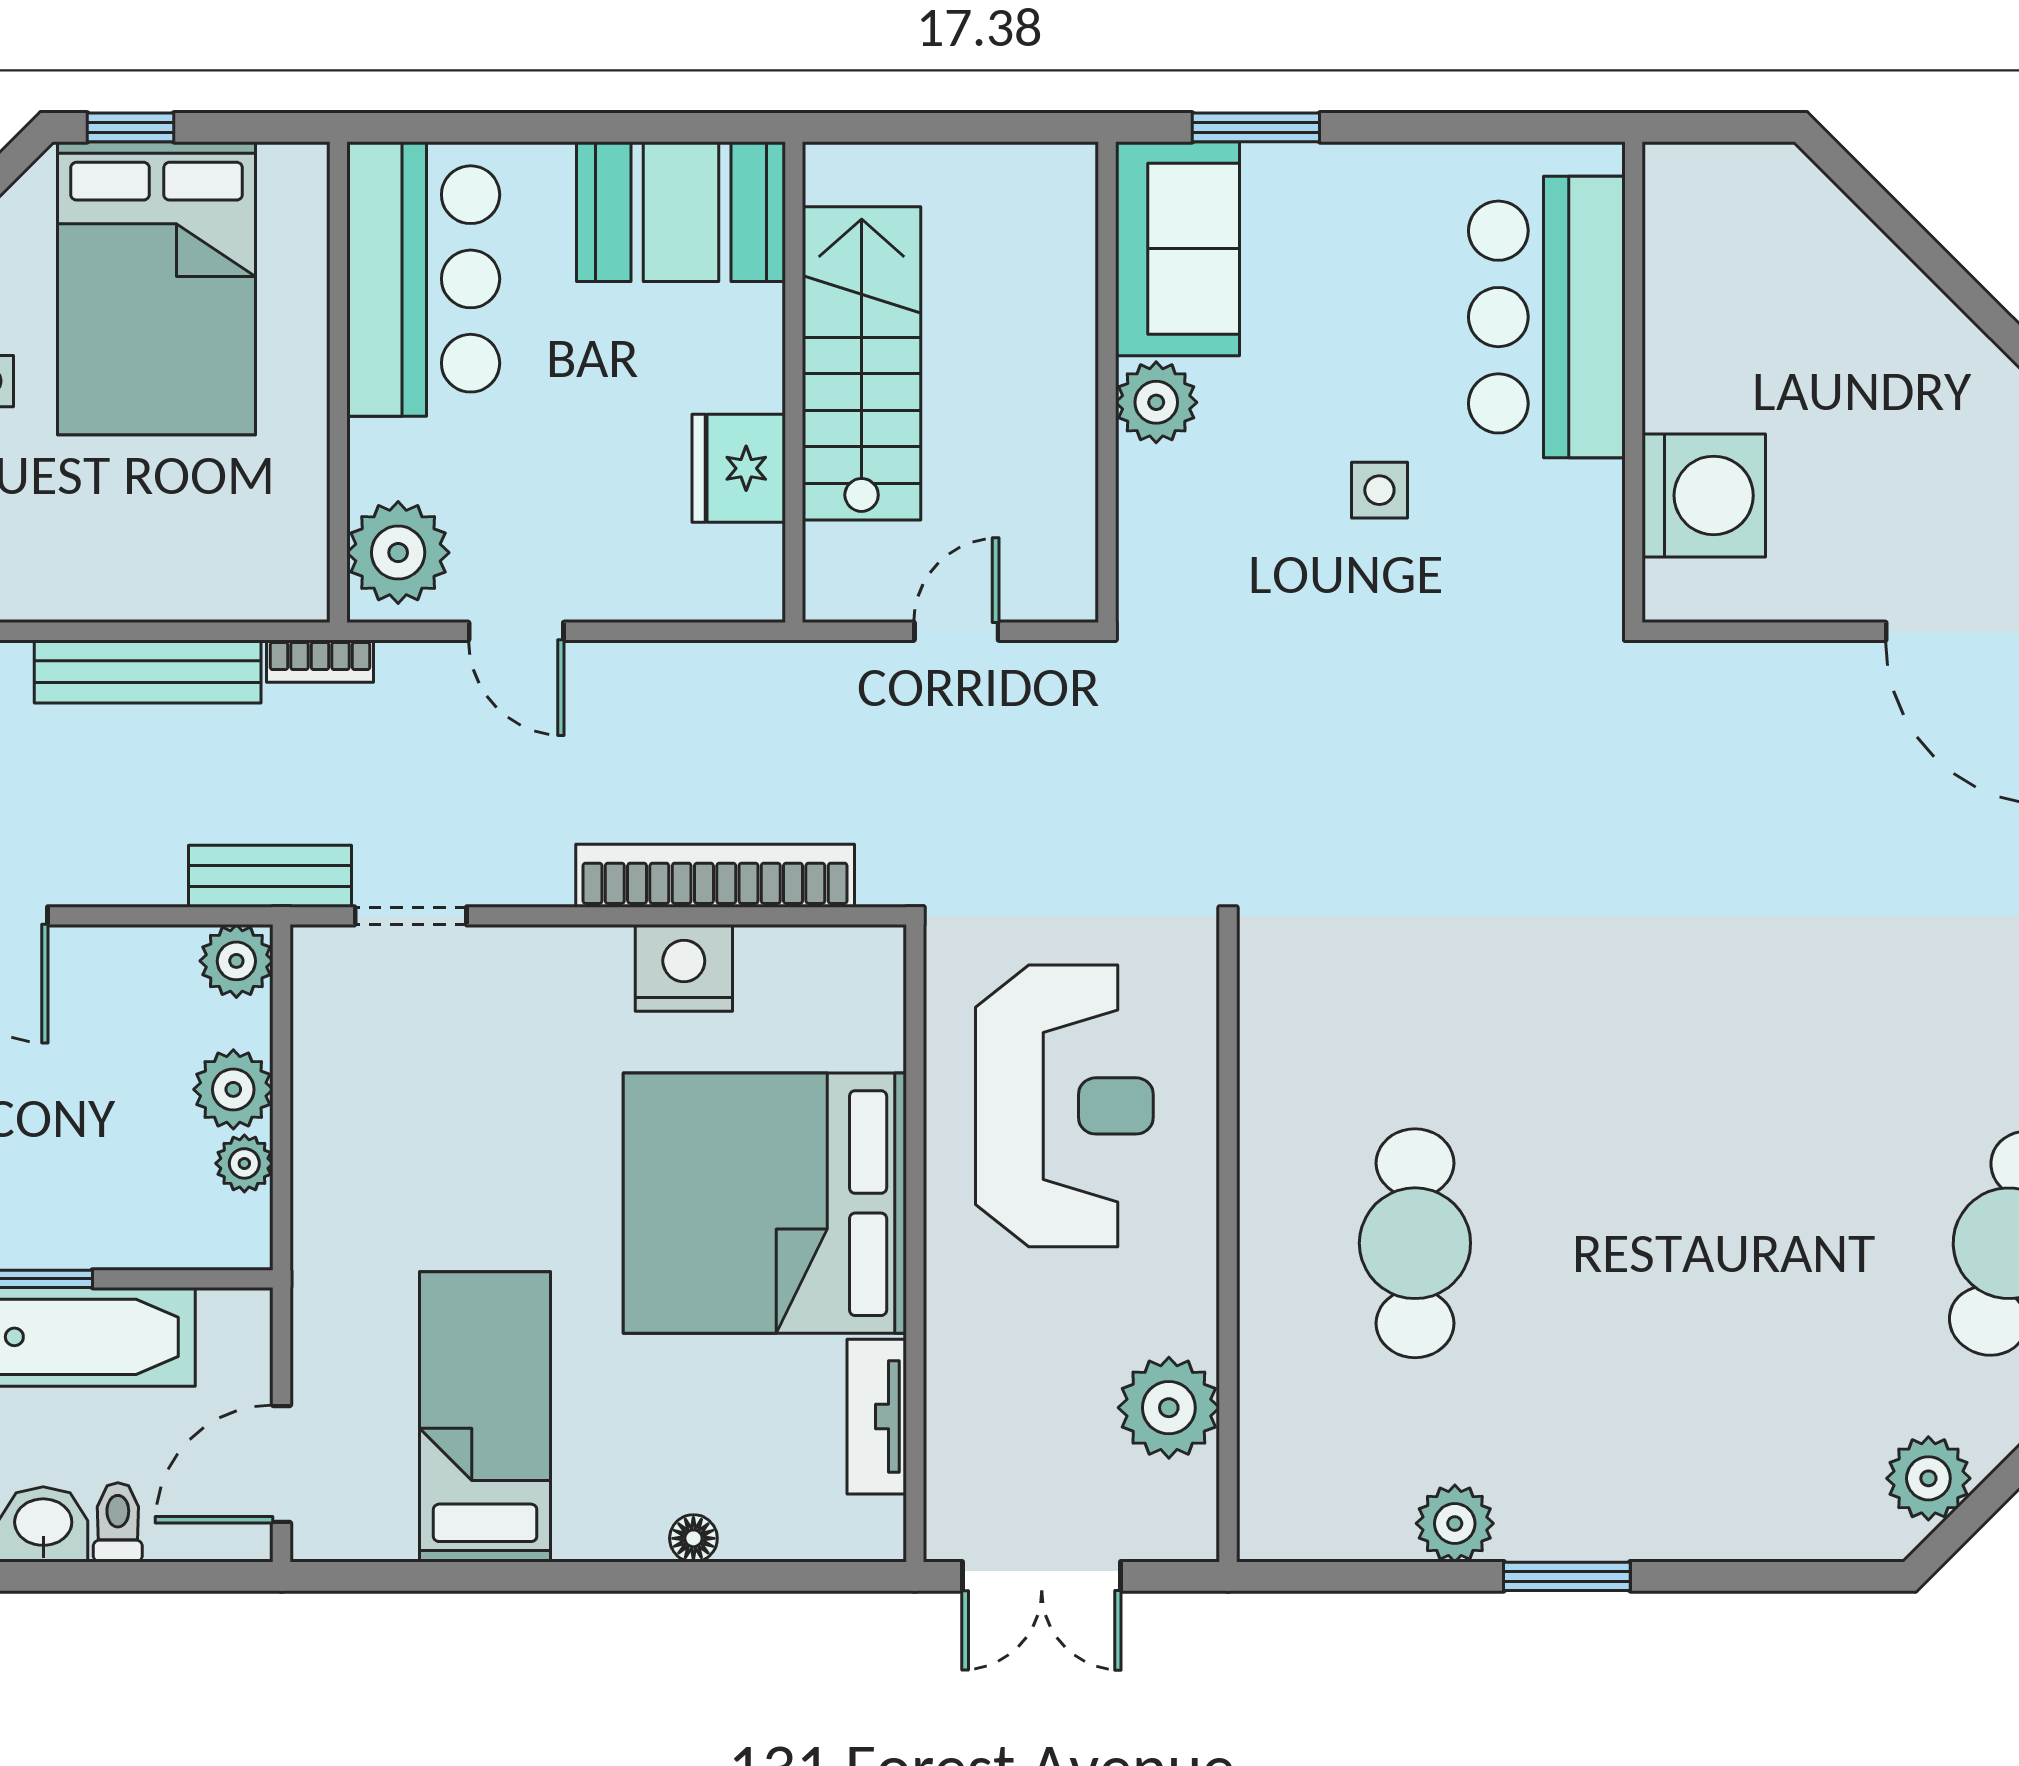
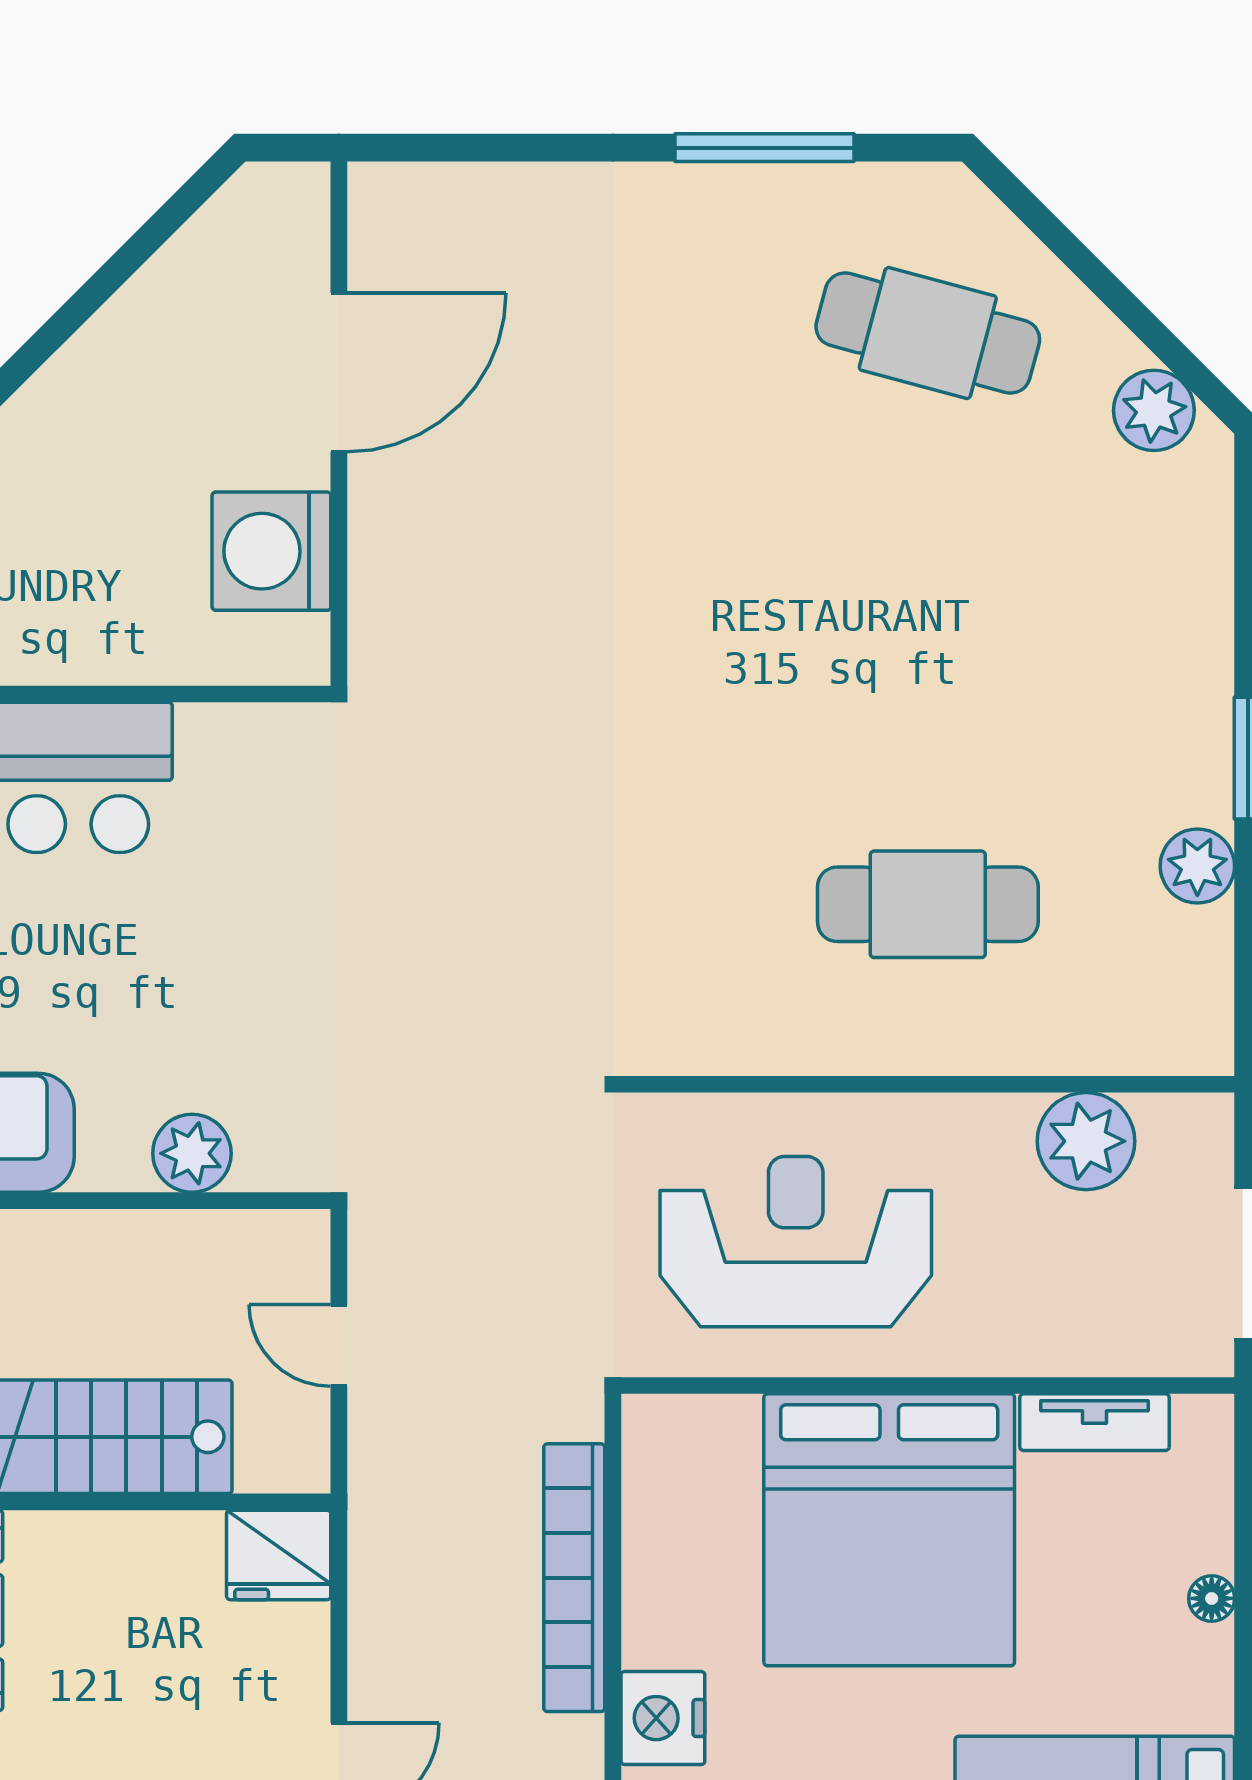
plant: (1156, 402) -> (192, 1153), moved
fridge: (739, 468) -> (279, 1555), moved
side table: (1379, 490) -> (203, 938), removed
washing machine: (1704, 495) -> (271, 551), moved, turned -90
nightstand: (684, 968) -> (663, 1718), moved

